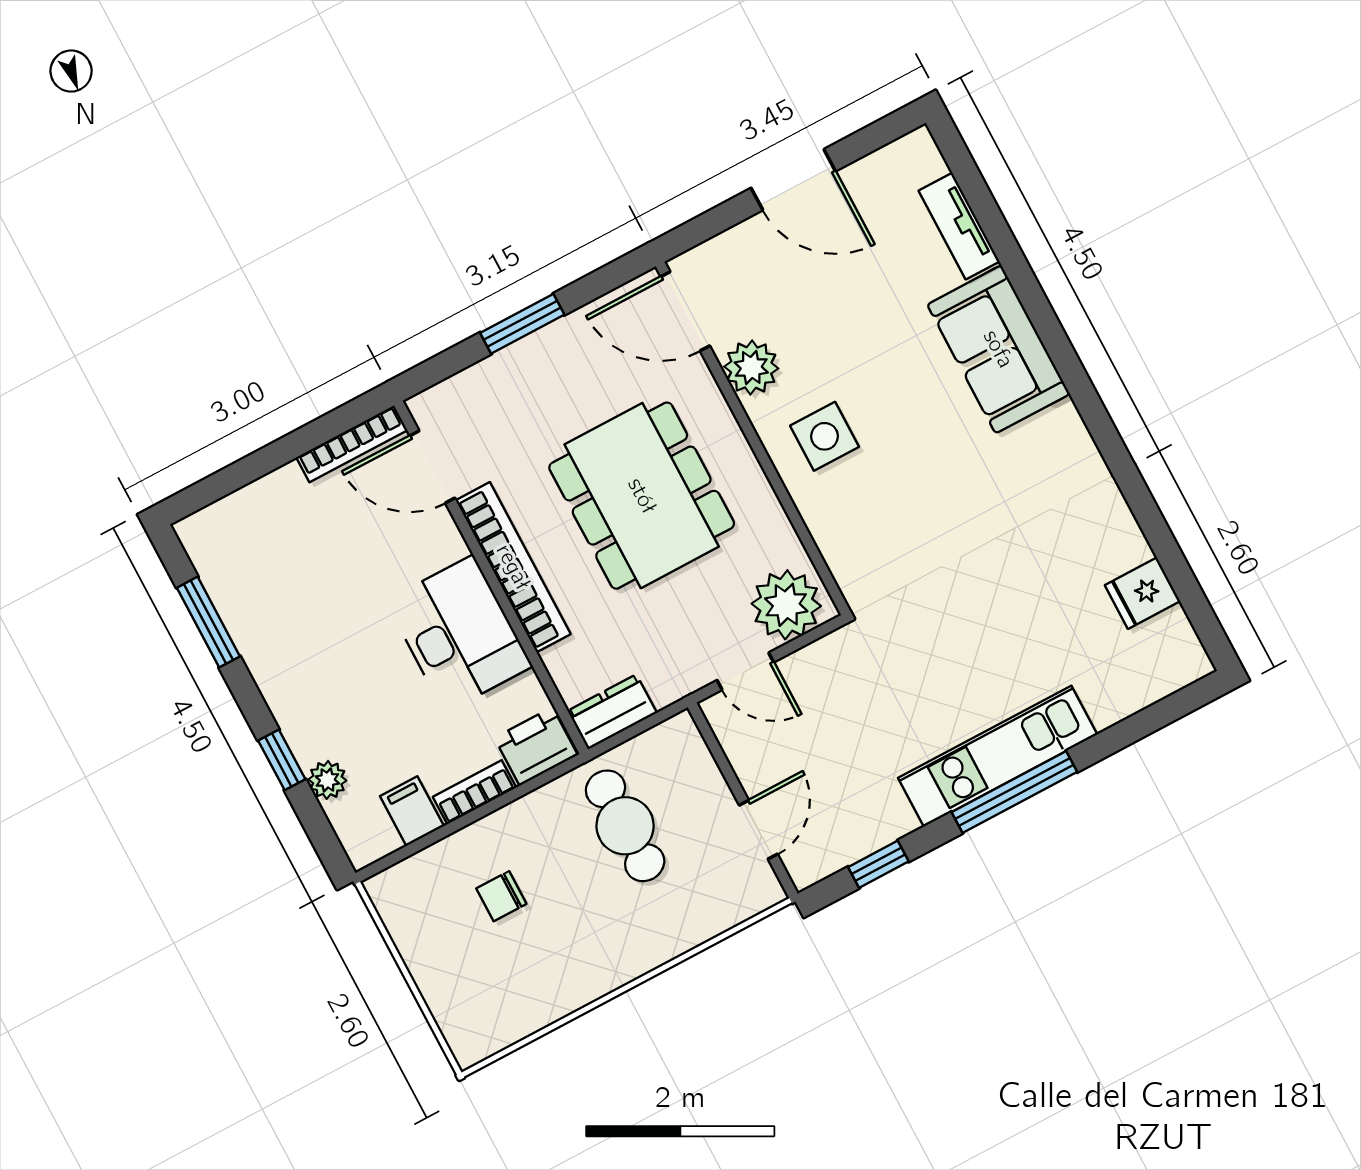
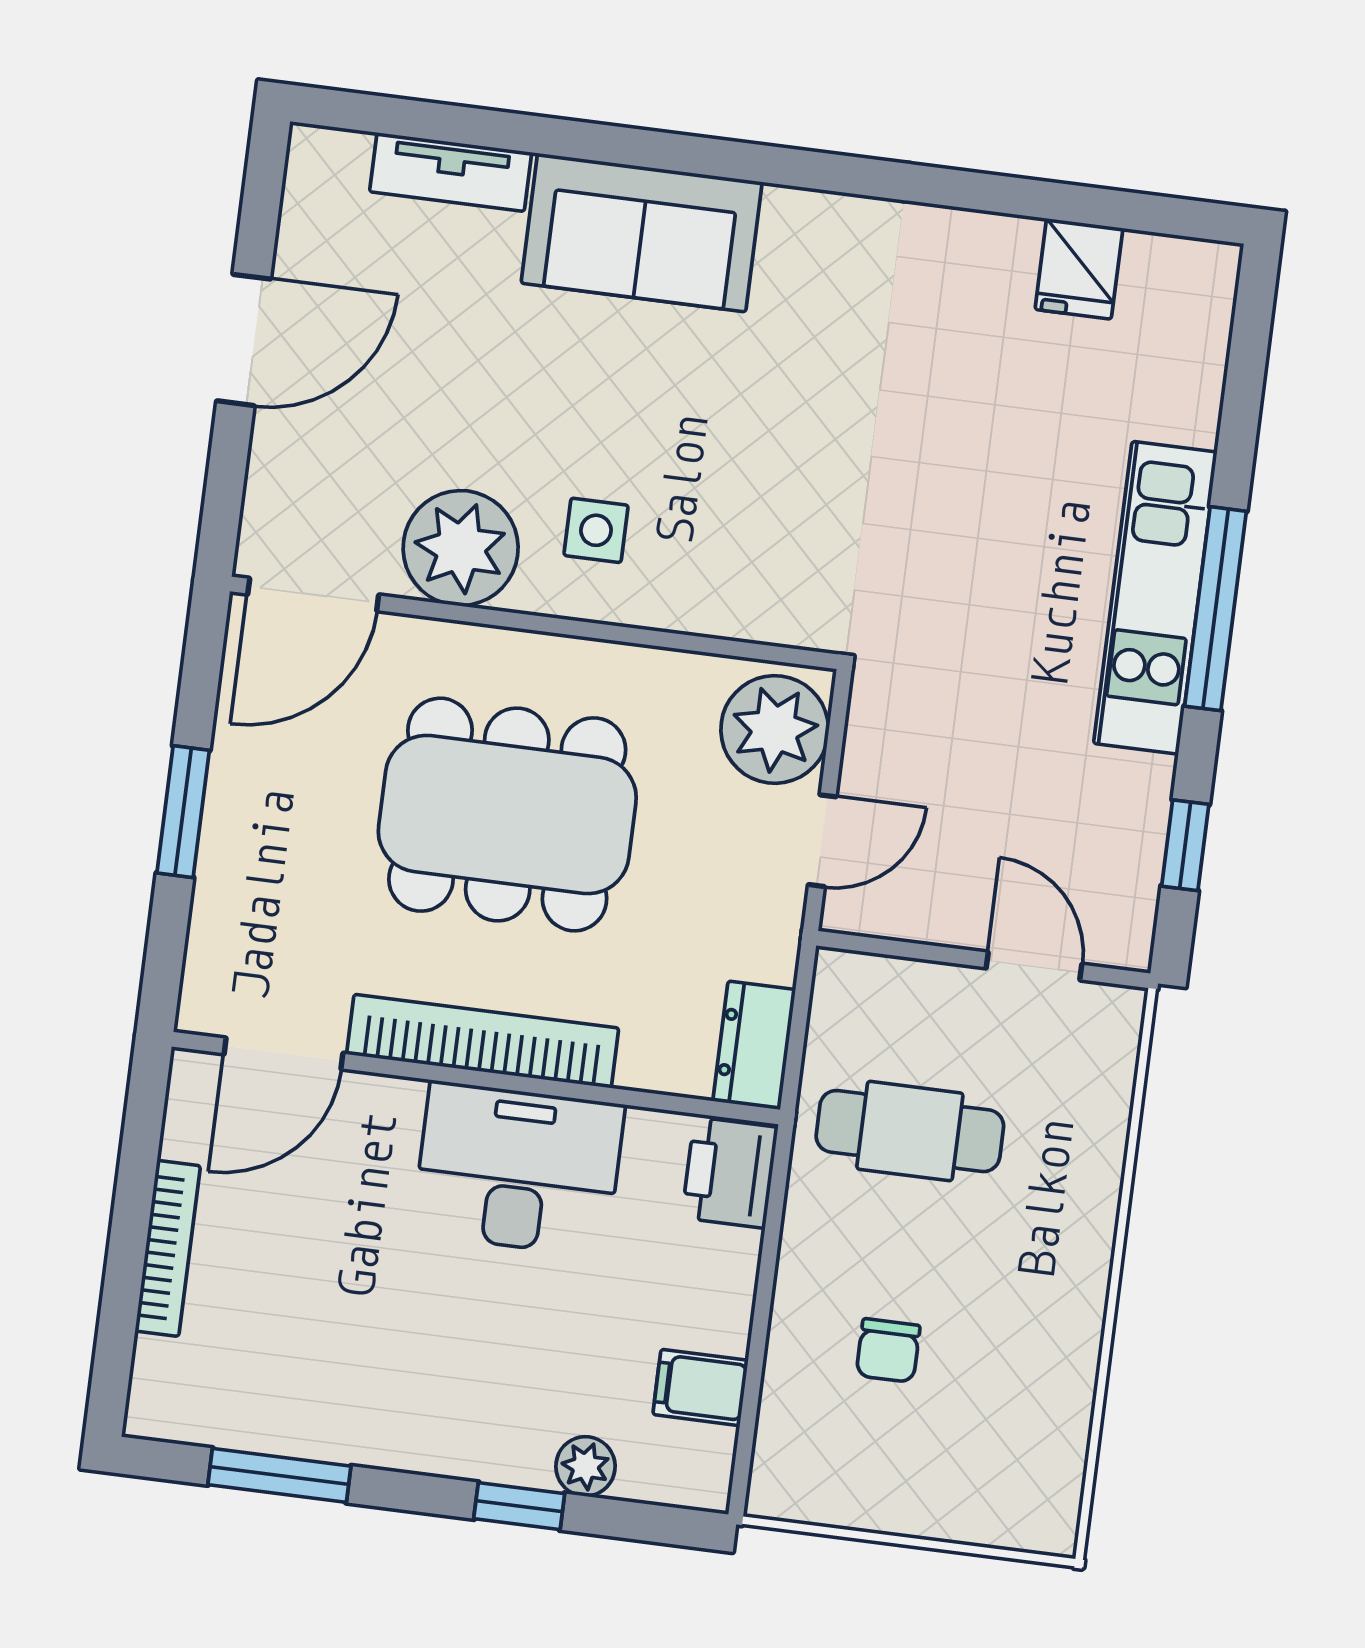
plant: (751, 368) -> (461, 548), width x1.36, depth x1.36
side table: (825, 436) -> (596, 530), width x0.73, depth x0.73
bookcase: (352, 444) -> (168, 1248), moved
bookcase: (474, 792) -> (733, 1291), removed

